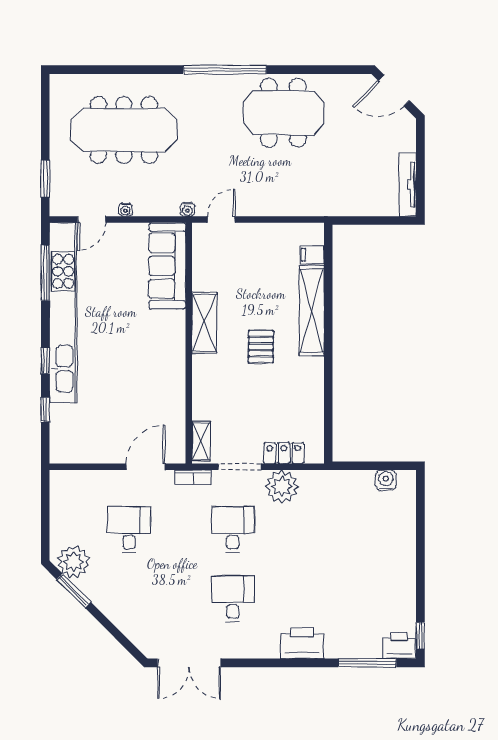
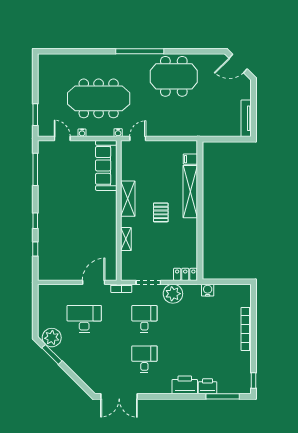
meeting table: (124, 130) -> (99, 98), moved
door: (92, 219) -> (62, 138), swing flipped
kitchen unit: (63, 313) -> (46, 193), removed
shelving: (201, 441) -> (126, 239), moved
locker: (284, 453) -> (185, 274), moved
water cooler: (386, 480) -> (208, 290), moved
desk: (129, 530) -> (84, 319), width x1.37
bookcase: (408, 547) -> (246, 329), added
printer: (399, 646) -> (208, 386), moved

